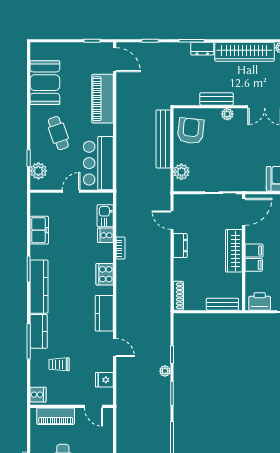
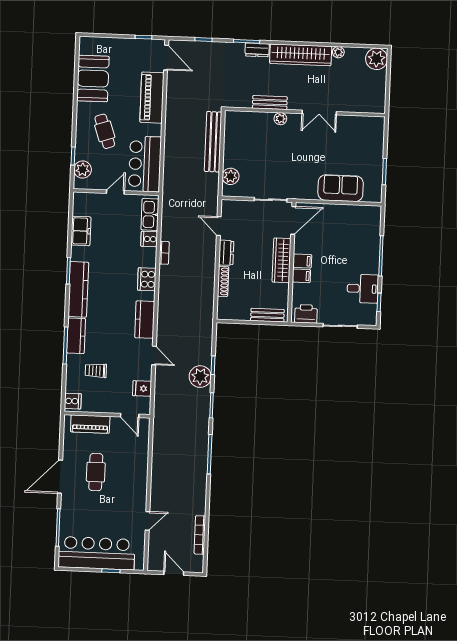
armchair: (191, 131) -> (242, 135), removed
kitchen sink: (105, 216) -> (150, 214), width x1.38
shoe rack: (178, 296) -> (223, 281), moved
plant: (165, 371) -> (200, 377), width x1.87, depth x1.87

